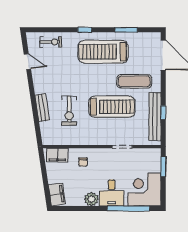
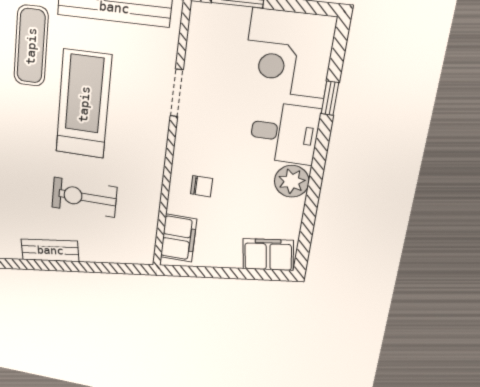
bench: (42, 108) -> (50, 250), moved
exercise bike: (69, 111) -> (84, 197), turned 180
window: (128, 208) -> (330, 98), width x0.32

